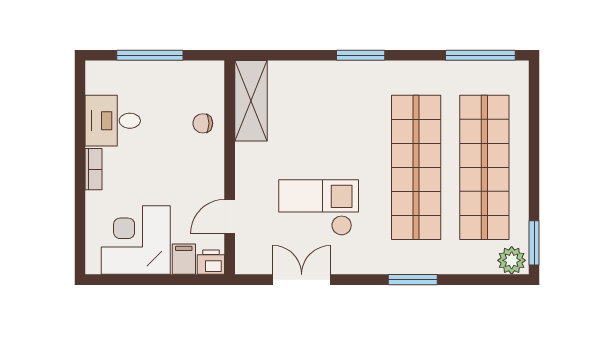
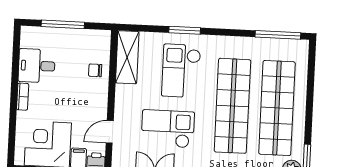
window: (361, 55) -> (185, 30), moved
checkout: (335, 118) -> (181, 71), added

